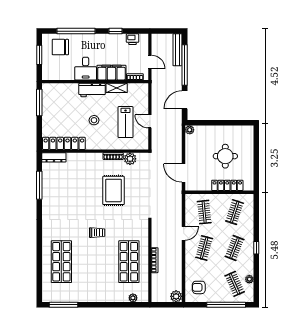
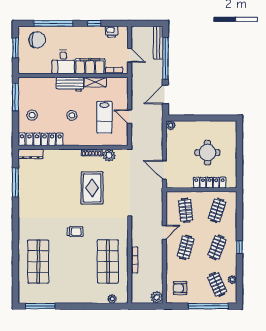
chair: (60, 47) -> (37, 40), turned 180
stool: (56, 120) -> (32, 115), added

